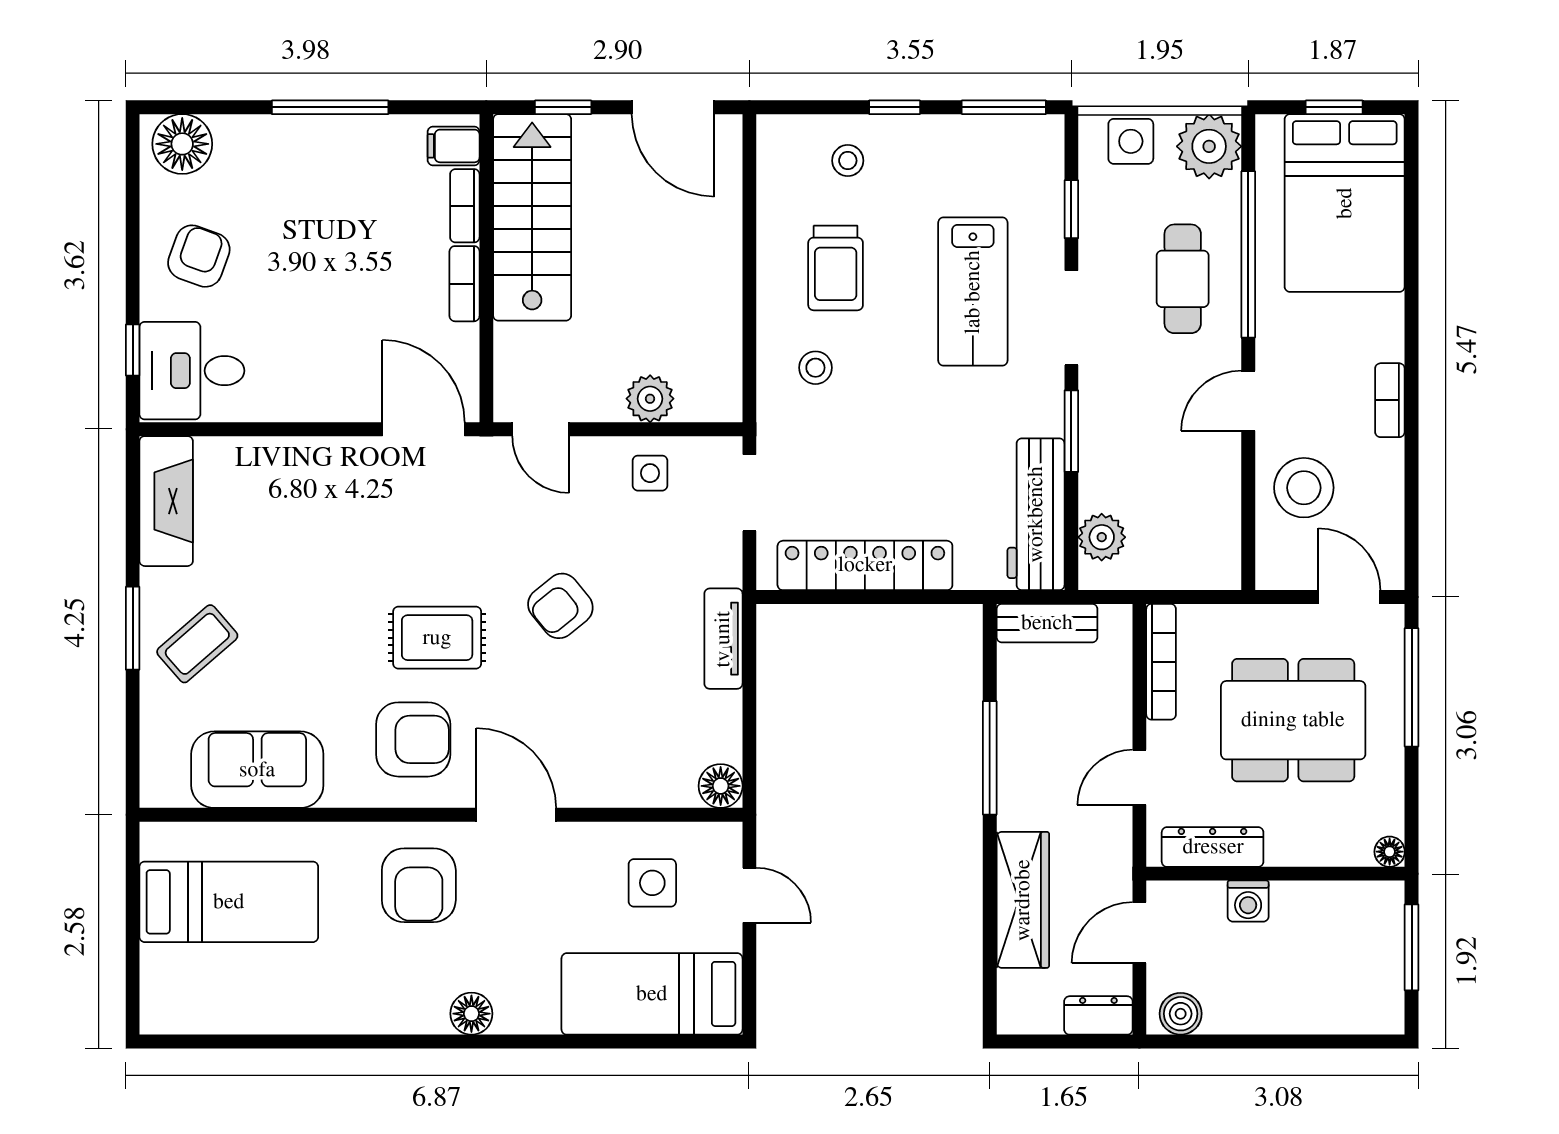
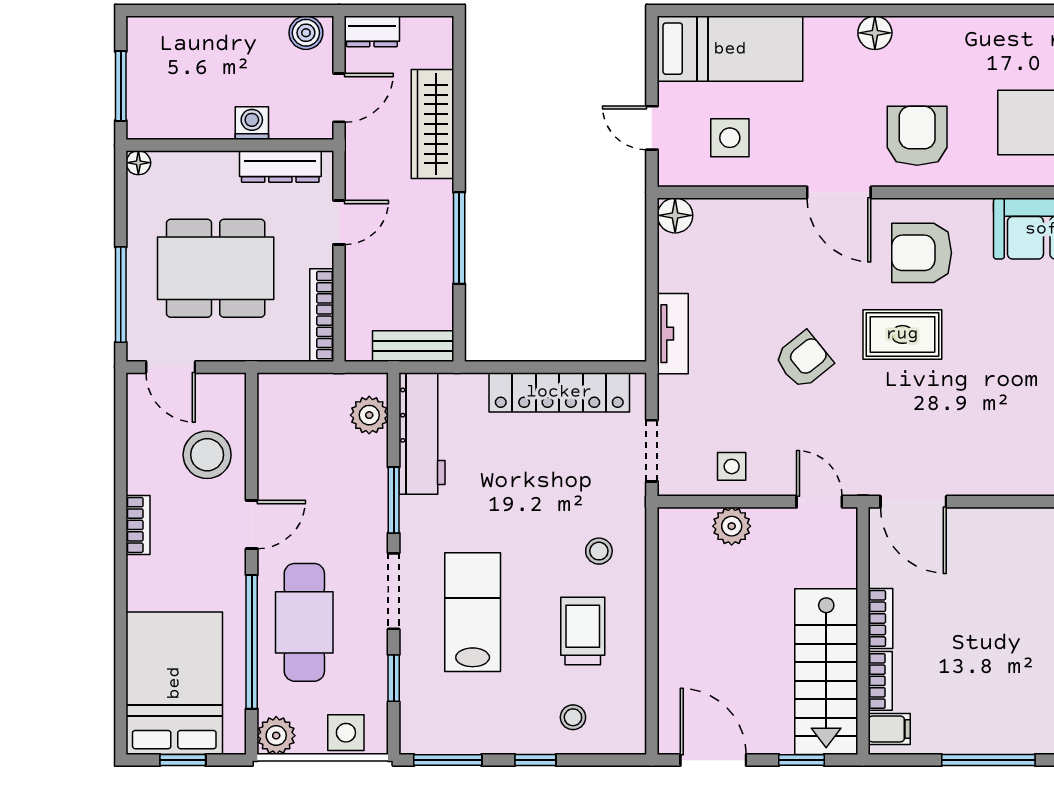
plant: (1209, 146) -> (276, 736), width x0.73, depth x0.73
cafe table: (1183, 279) -> (304, 622), width x1.37, depth x1.35

